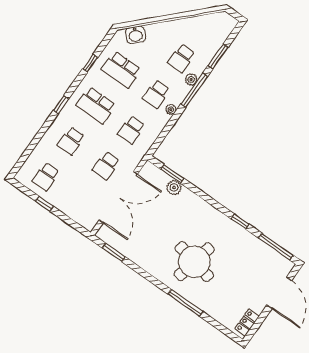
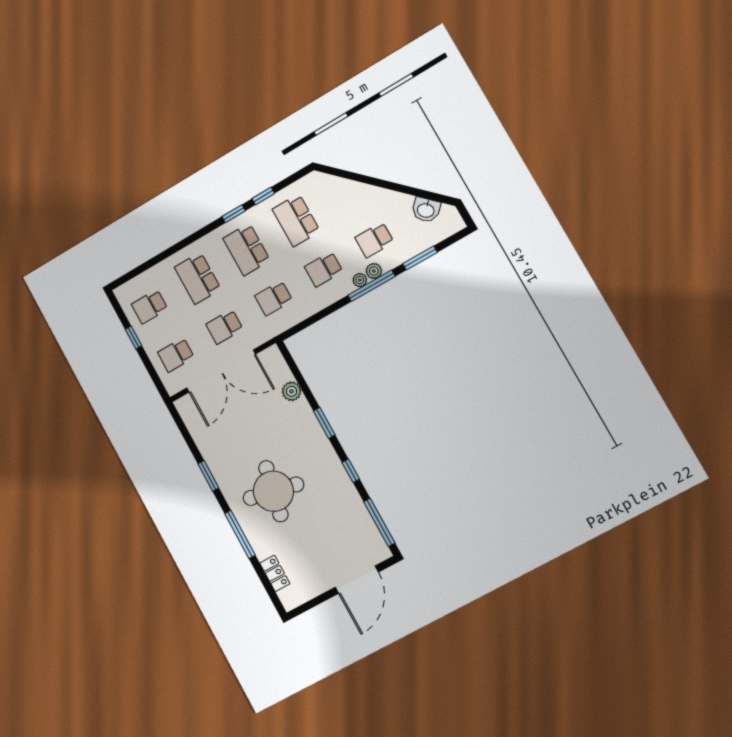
washbasin: (136, 35) -> (426, 210), moved
window: (61, 105) -> (234, 214), moved
plant: (171, 110) -> (360, 280), moved
school desk: (71, 141) -> (198, 278), width x1.85
window: (172, 174) -> (324, 423), moved
school desk: (81, 201) -> (176, 355), added
window: (114, 252) -> (208, 476), moved
locker: (247, 322) -> (275, 573), moved, turned 90

